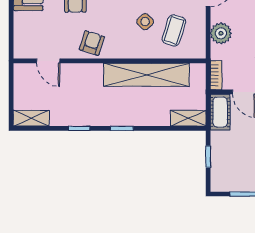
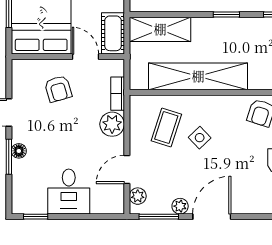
bookcase: (216, 75) -> (118, 94), moved
shelving: (188, 118) -> (160, 29), width x1.50, depth x1.33

